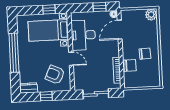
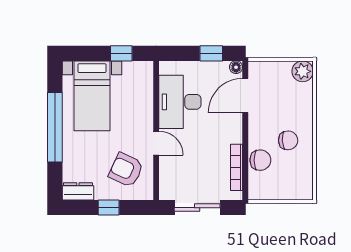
bed with nightstands: (48, 30) -> (92, 96), moved, turned -90

